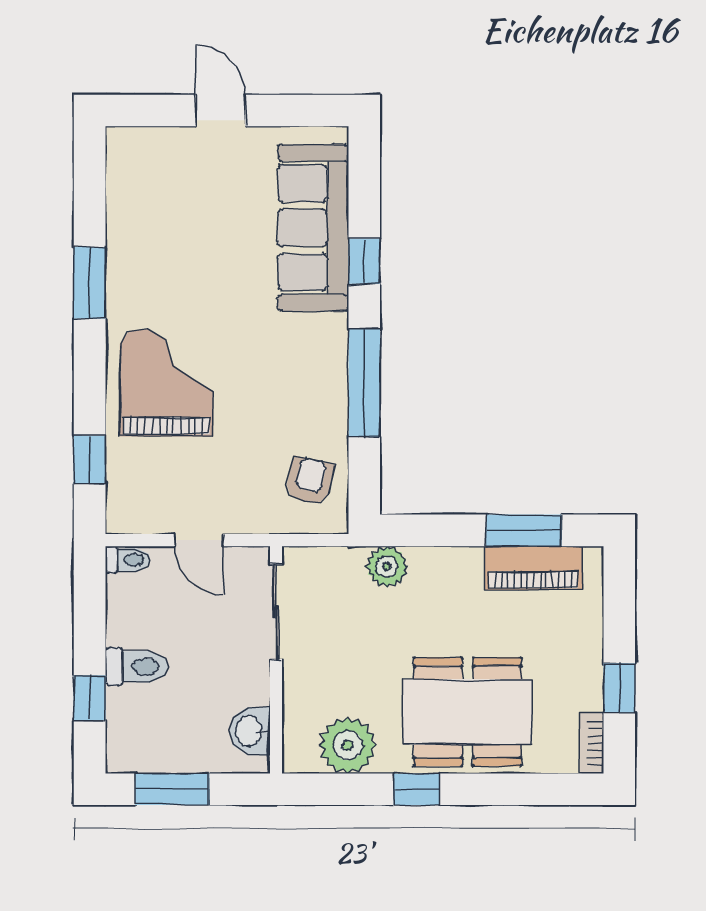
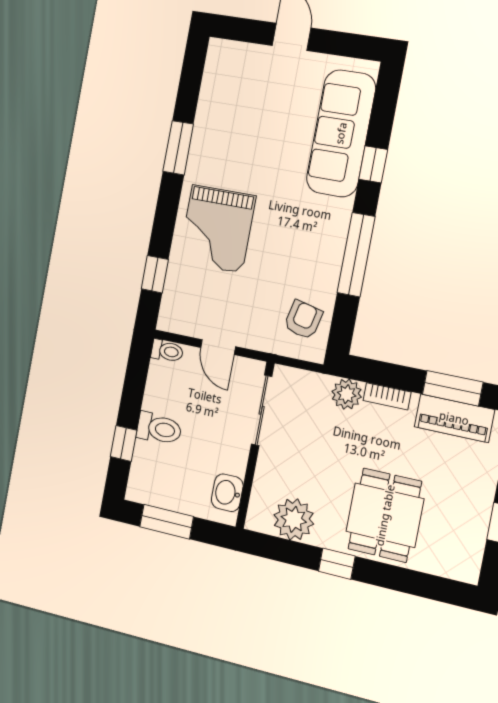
grand piano: (166, 383) -> (217, 229), turned 180
dining table: (467, 712) -> (385, 515), width x0.73
bookcase: (591, 743) -> (387, 396), moved, turned -90

